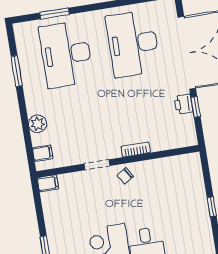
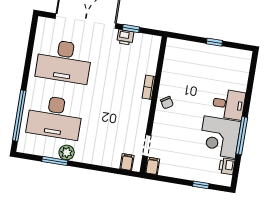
window: (54, 13) -> (19, 116), width x2.11
plant: (38, 124) -> (67, 152), moved
doorway: (97, 165) -> (147, 146), moved

